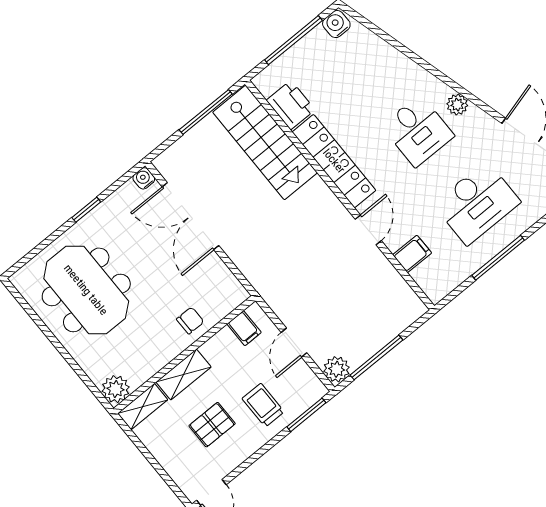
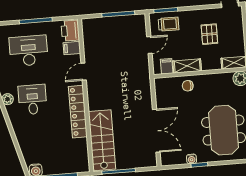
printer: (291, 105) -> (70, 31), moved
water cooler: (144, 178) -> (192, 159), moved
plant: (337, 369) -> (139, 21), removed
shelving: (184, 374) -> (187, 66), moved
trolley: (263, 405) -> (169, 24), moved, turned -90
pallet: (212, 425) -> (209, 34), turned 90

